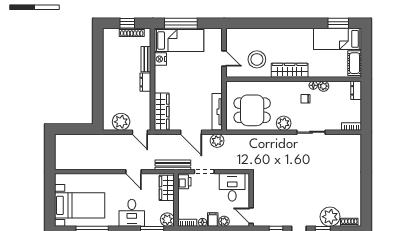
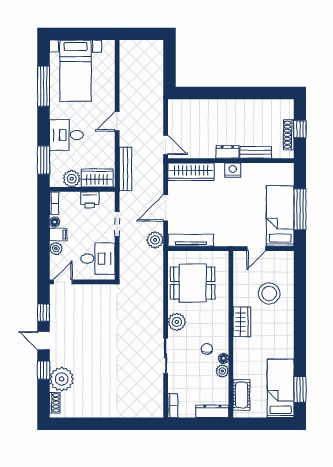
window: (181, 23) -> (300, 209), moved
bed: (179, 41) -> (280, 216), moved, turned 180
nightstand: (160, 59) -> (233, 170), moved
stool: (257, 59) -> (269, 293), moved
cot: (355, 63) -> (242, 395), moved, turned 90
wardrobe: (290, 70) -> (242, 322), width x0.67
dresser: (356, 90) -> (212, 411), width x1.44
dining table: (252, 110) -> (193, 283), turned 90
plant: (121, 122) -> (179, 122), removed
door: (140, 132) -> (166, 145), swing flipped
bench: (173, 165) -> (126, 169), moved
door: (134, 172) -> (117, 121), moved
printer: (184, 182) -> (90, 200), moved
plant: (167, 220) -> (72, 179), moved

